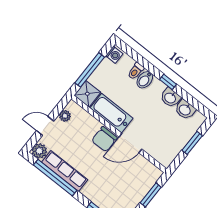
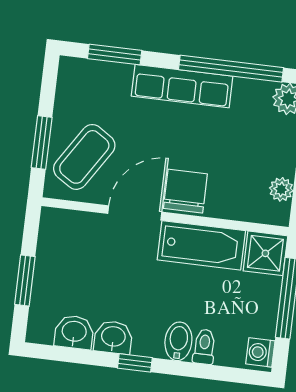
row of seats: (65, 171) -> (182, 86), moved
coffee table: (137, 178) -> (84, 157), added

